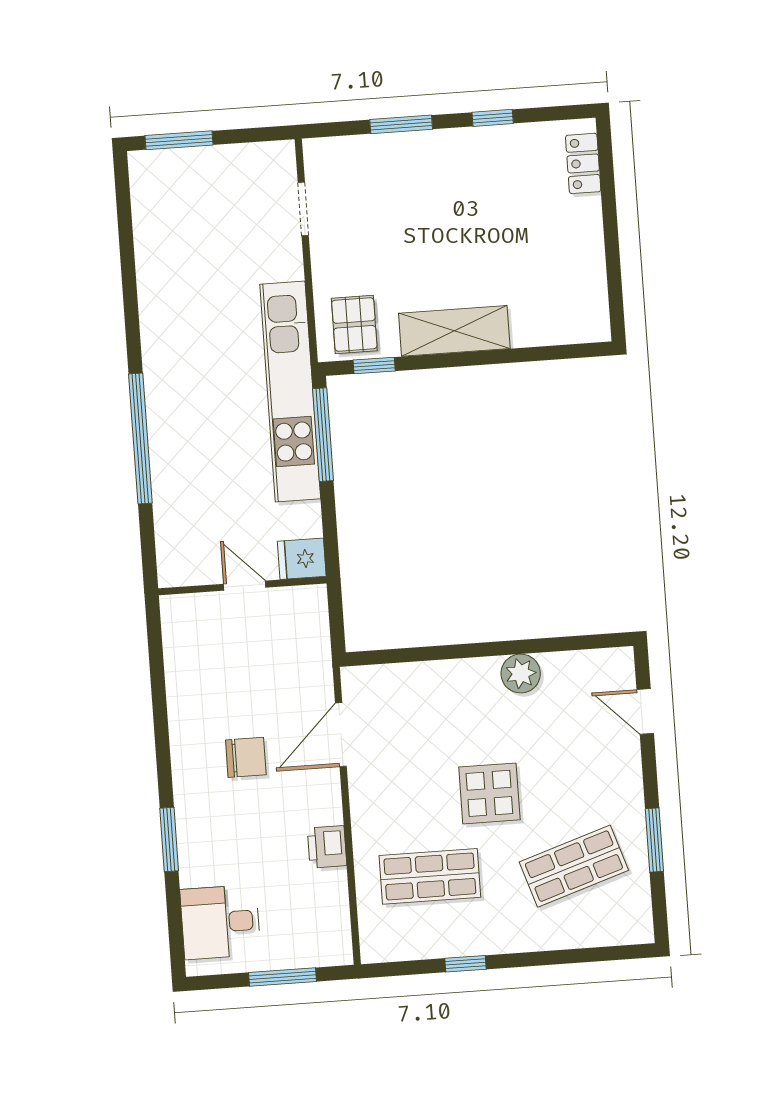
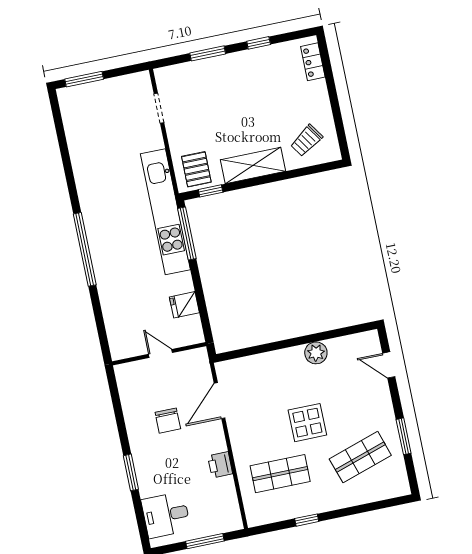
trolley: (554, 300) -> (306, 141), added
wall: (242, 586) -> (159, 354), moved
door: (245, 586) -> (160, 353), moved
chair: (246, 757) -> (168, 421), turned 90

